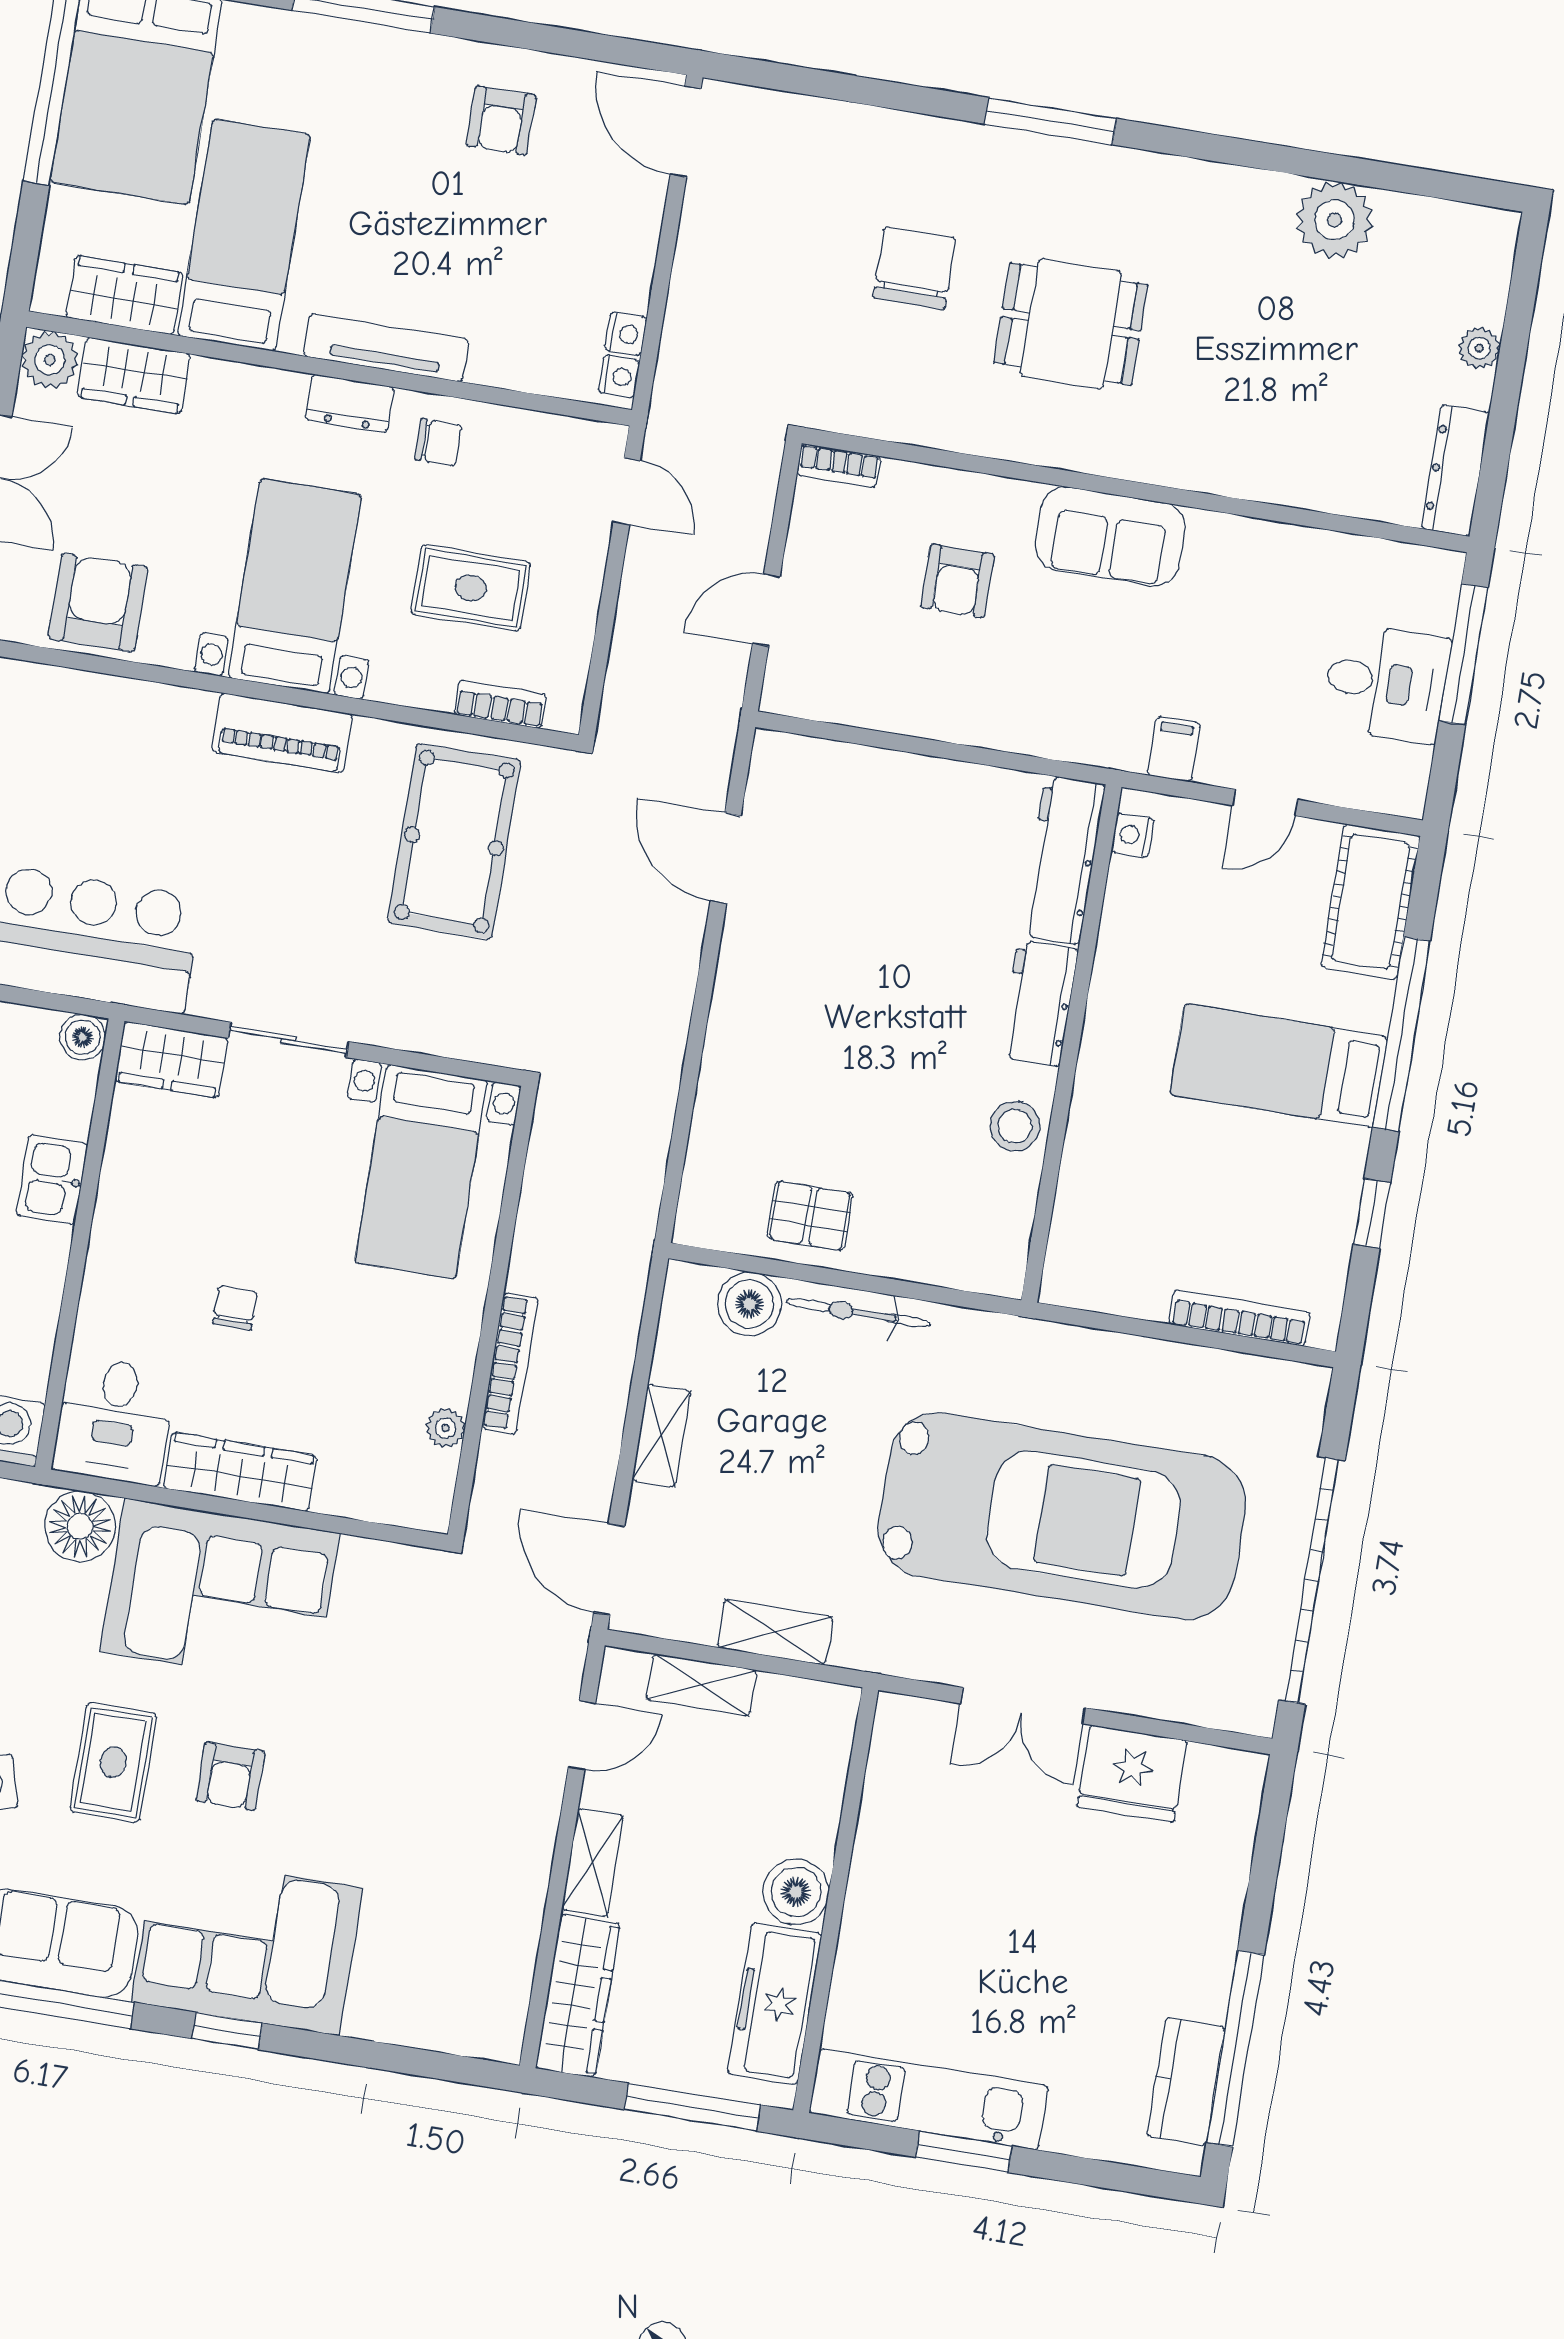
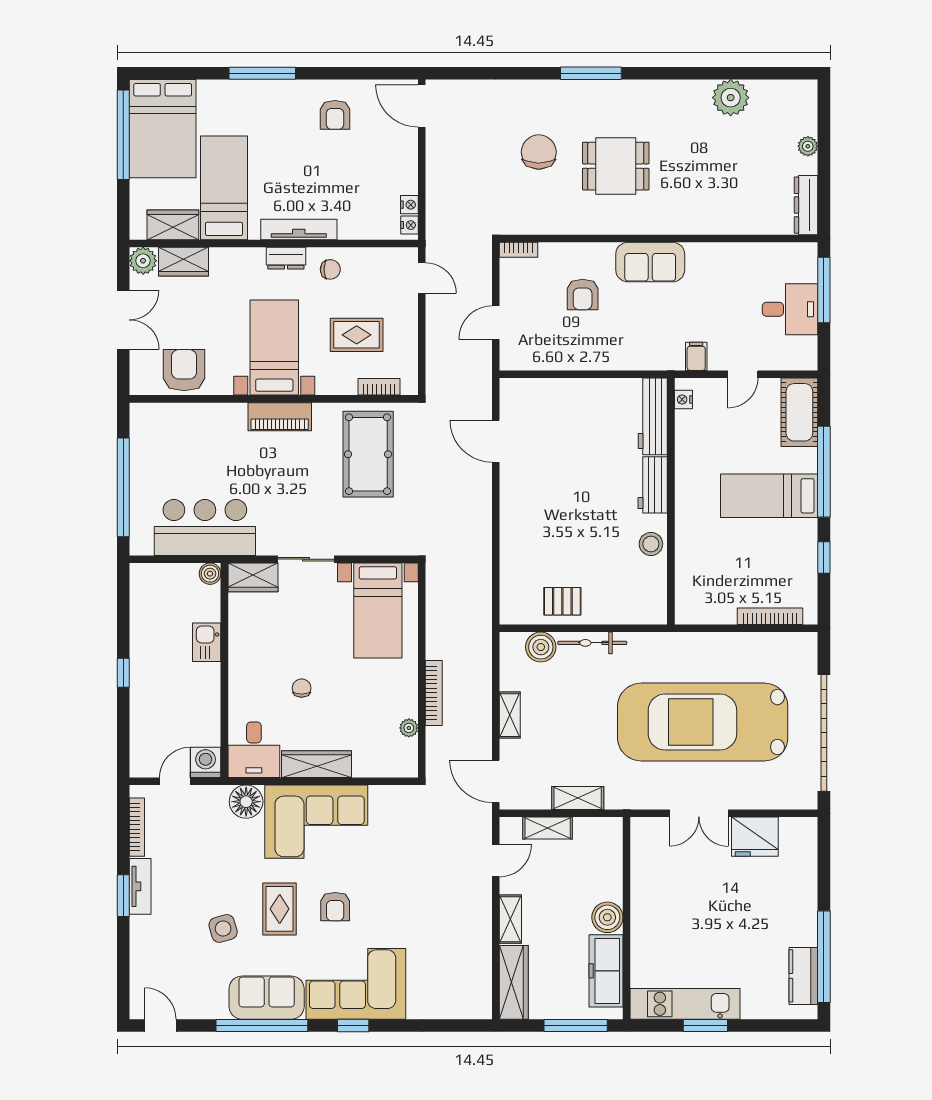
car: (1062, 1516) -> (703, 722), turned 180

